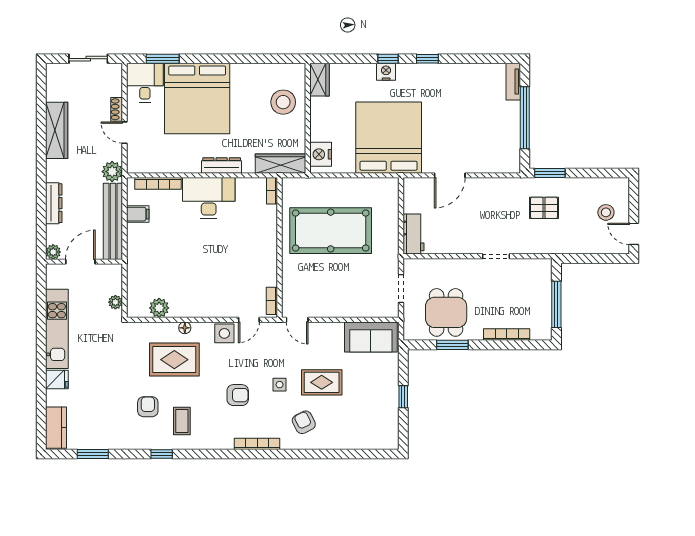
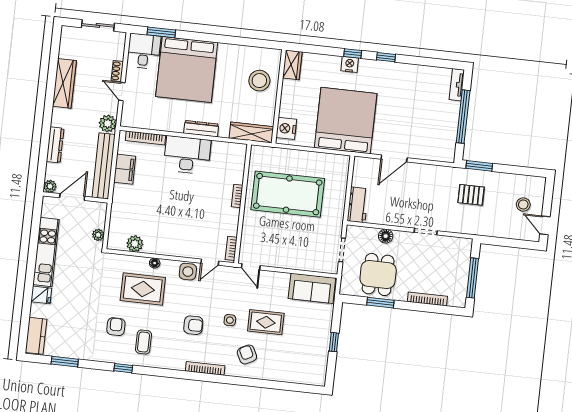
bookcase: (272, 191) -> (237, 196), moved
filing cabinet: (138, 214) -> (125, 169), width x2.00
floor lamp: (450, 267) -> (386, 236), added

